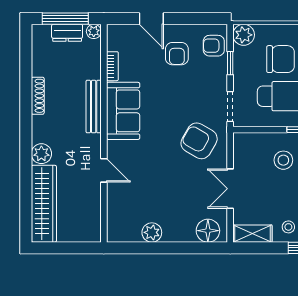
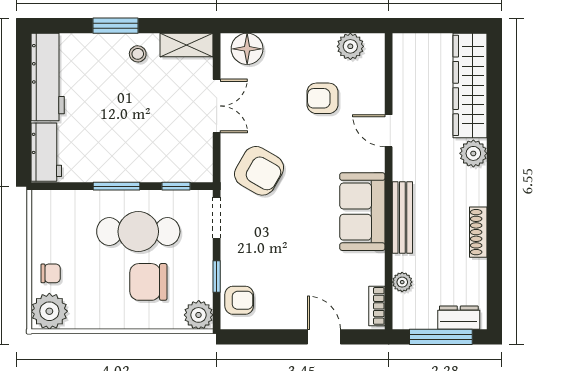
plant: (94, 31) -> (402, 282), moved
dresser: (67, 33) -> (459, 318), moved
armchair: (177, 54) -> (323, 98), moved, turned -90
bookcase: (112, 66) -> (377, 306), moved
window: (260, 130) -> (176, 186), added
stool: (283, 160) -> (145, 145), removed
plant: (152, 232) -> (350, 46), moved

